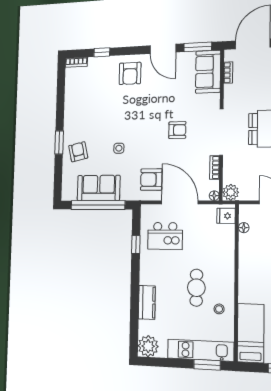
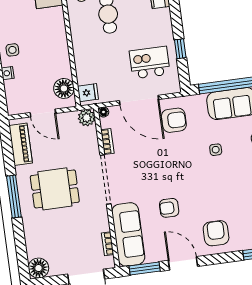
sofa: (208, 72) -> (128, 234), width x1.36
armchair: (177, 130) -> (169, 208), moved
floor lamp: (244, 228) -> (64, 88), width x1.89, depth x1.89

